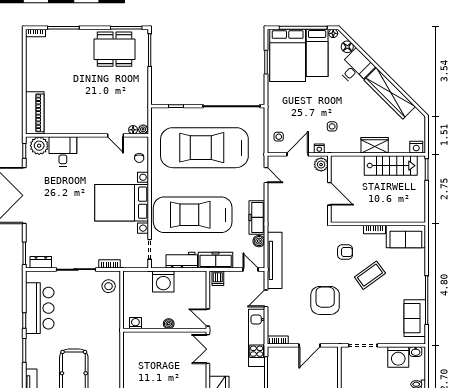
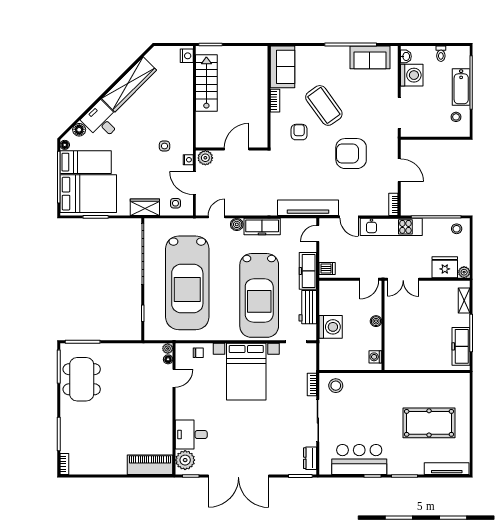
wardrobe: (375, 145) -> (145, 207), moved, turned 90
boiler: (259, 241) -> (237, 224), moved
coffee table: (370, 275) -> (324, 105), width x1.36, depth x1.32

